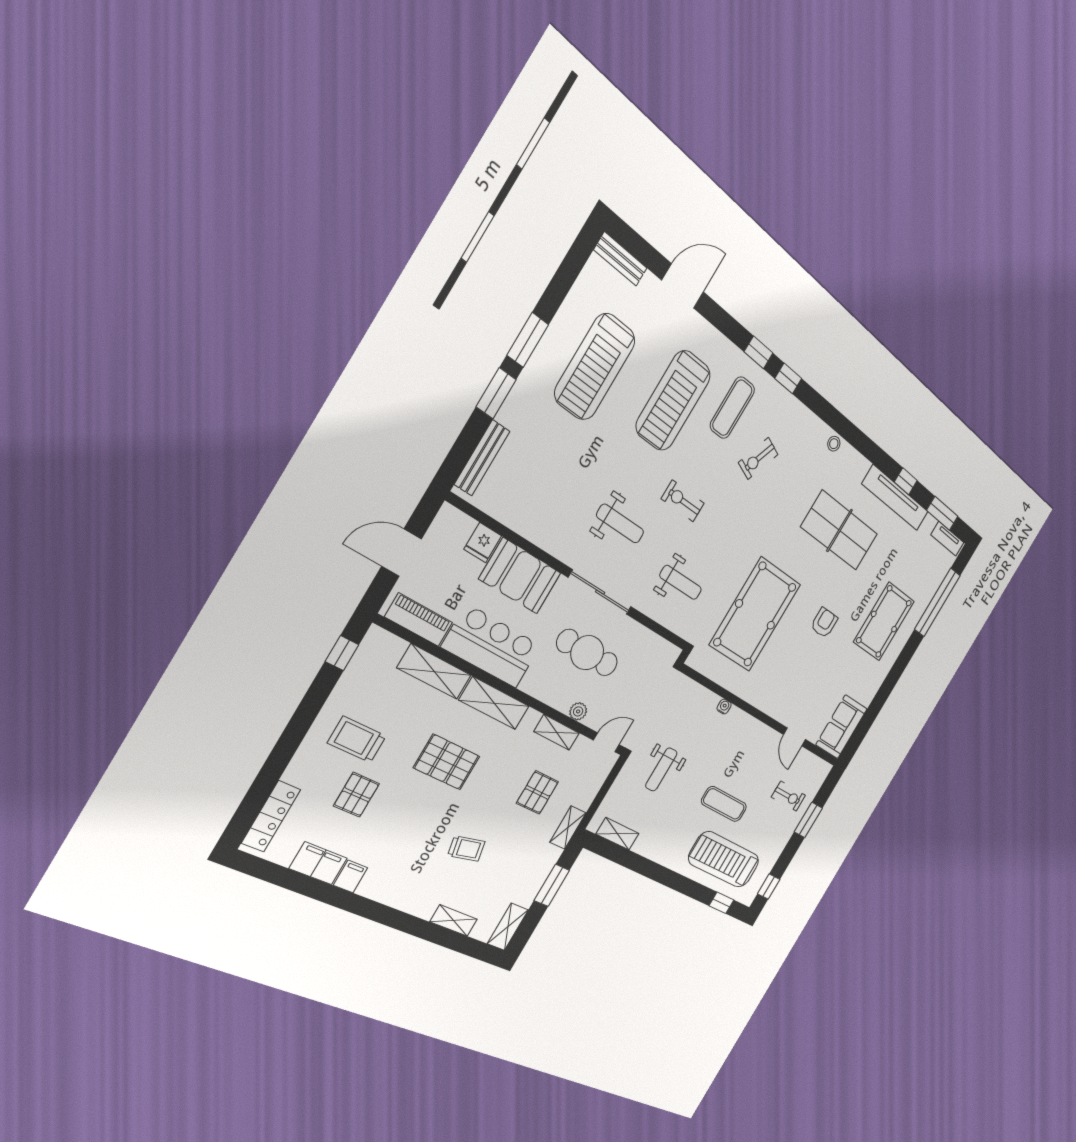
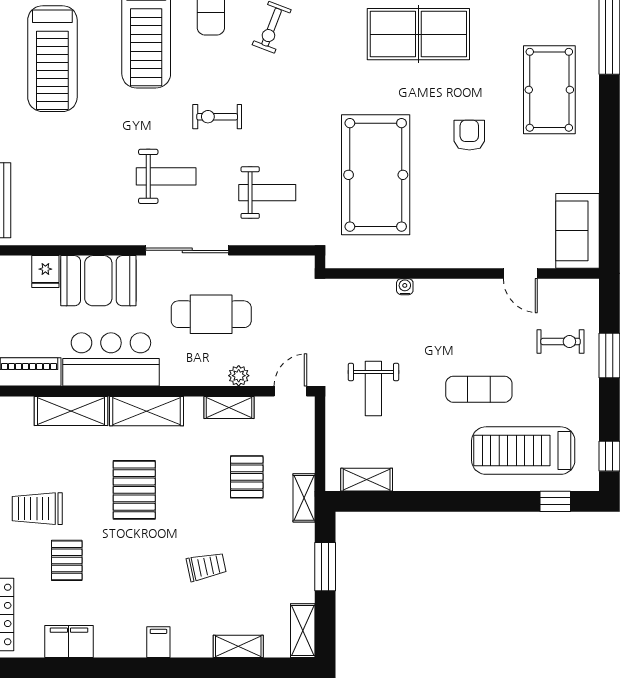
pallet: (447, 762) -> (134, 490), turned 90
filing cabinet: (351, 876) -> (158, 642), moved

